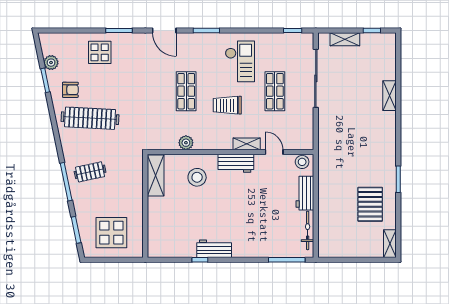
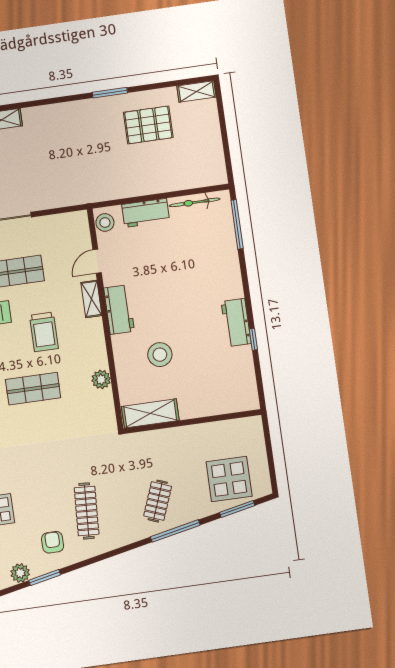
clothes rail: (90, 118) -> (87, 511), width x0.73, depth x0.76
clothes rail: (90, 172) -> (158, 501), turned 33
stool: (197, 177) -> (160, 355), moved
display table: (111, 233) -> (229, 479), moved

